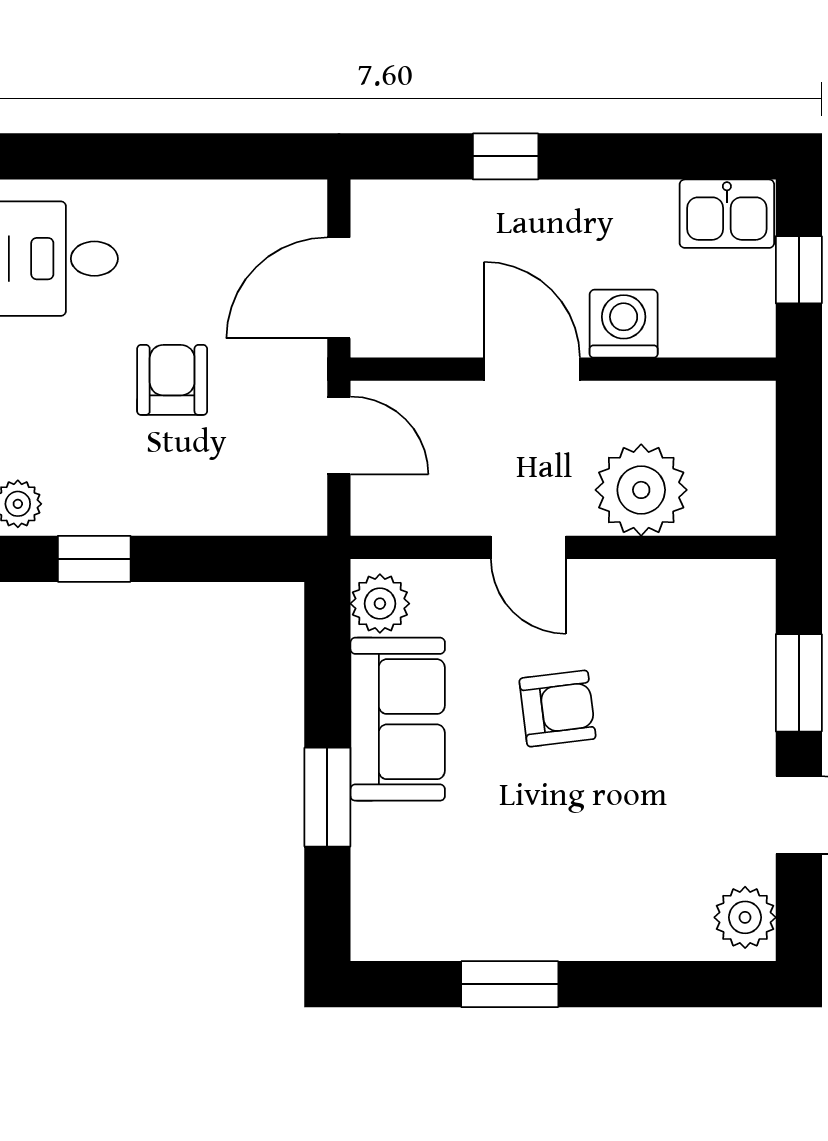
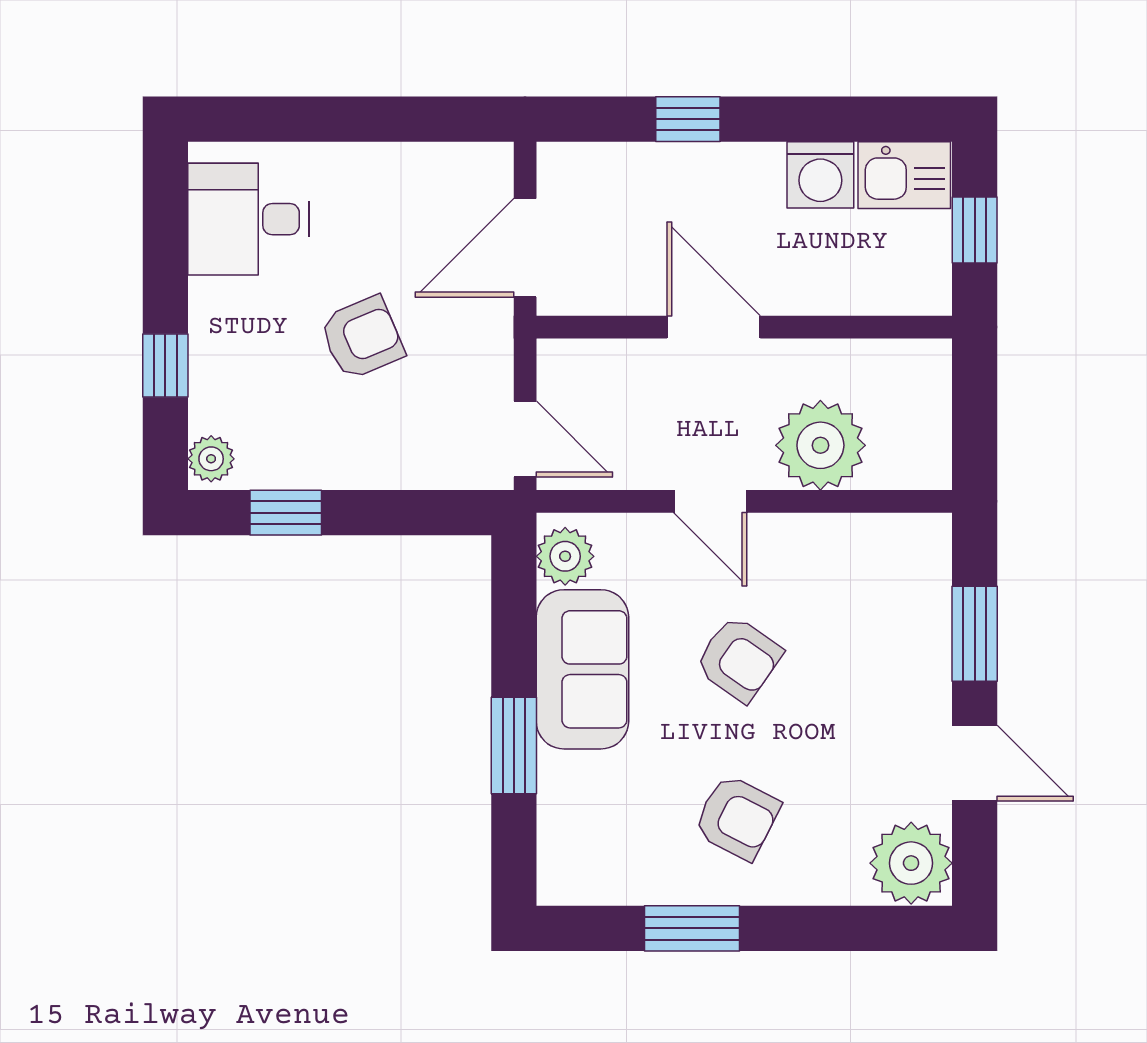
washing machine: (624, 324) -> (820, 175), moved, turned 180
armchair: (172, 380) -> (362, 338), turned 67
door: (339, 435) -> (525, 439), moved
armchair: (558, 709) -> (739, 659), turned 42
armchair: (556, 871) -> (737, 817), added
plant: (745, 917) -> (911, 863), width x1.36, depth x1.36

